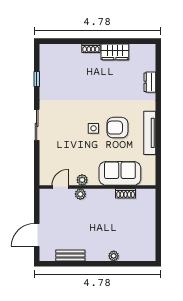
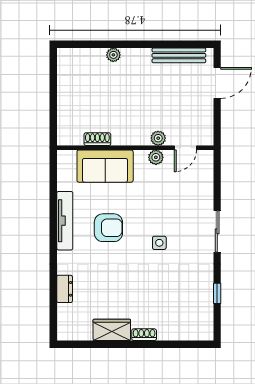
side table: (93, 128) -> (159, 243), moved
bench: (70, 256) -> (179, 55), width x1.36

